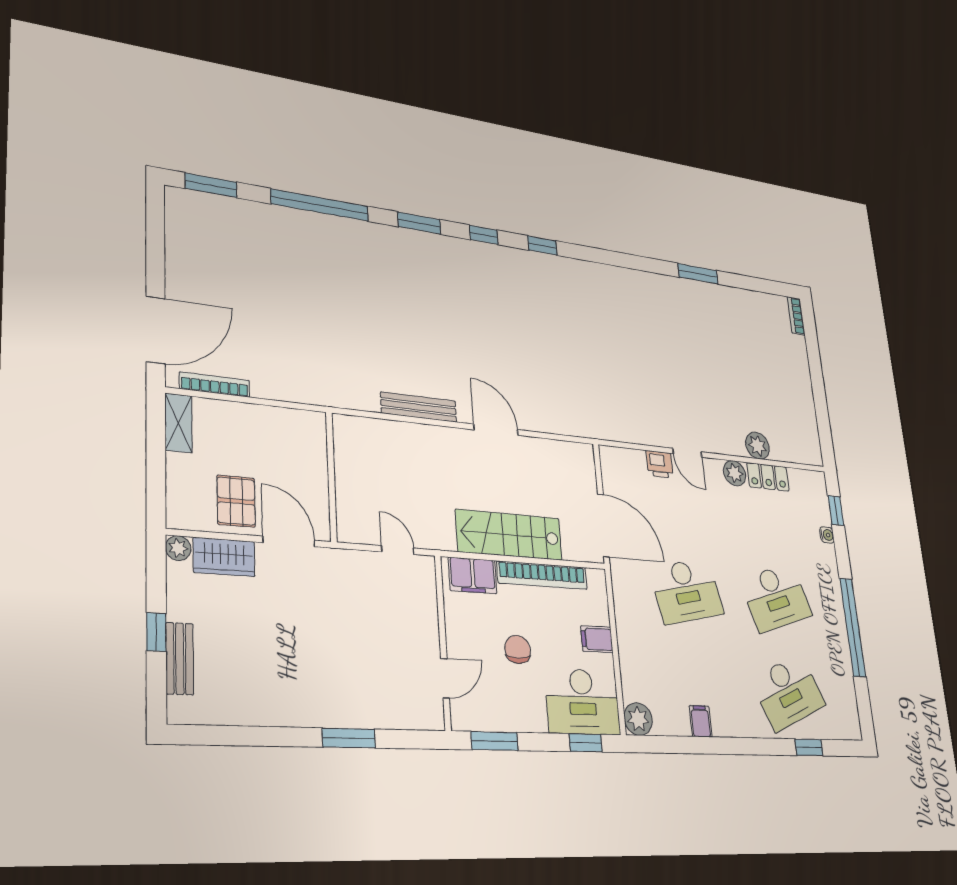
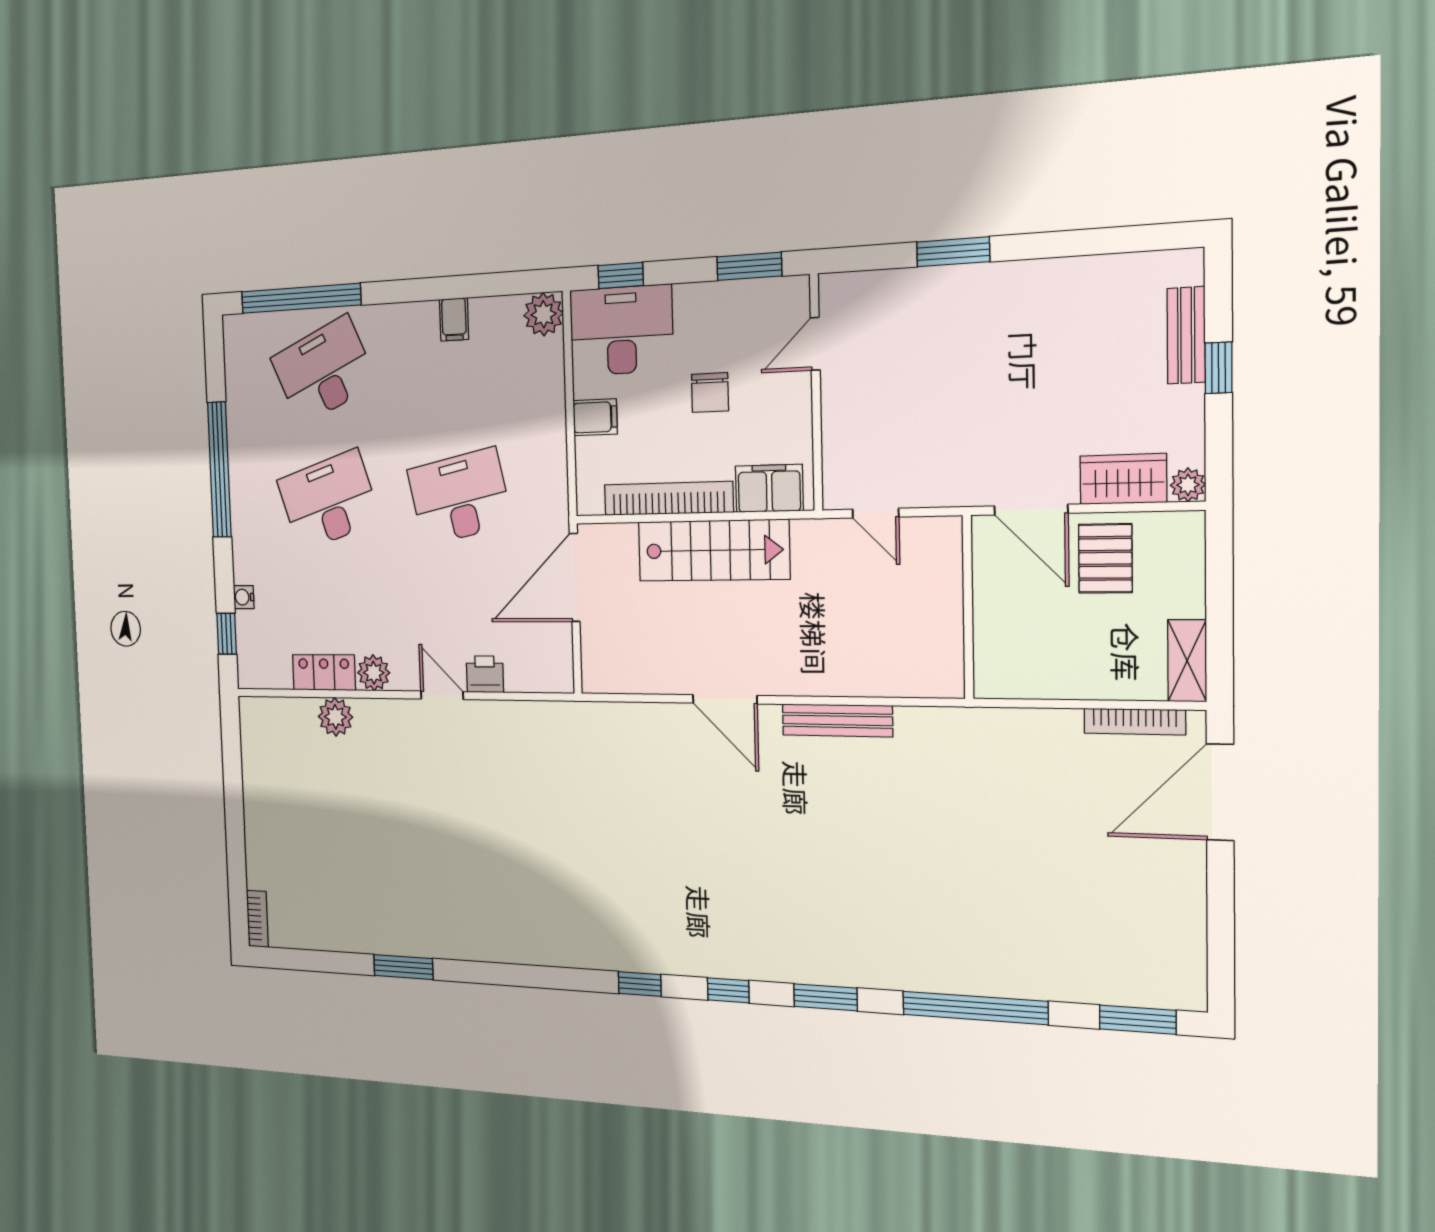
door: (603, 525) -> (575, 578), hinge flipped
window: (809, 747) -> (301, 298), width x3.17

